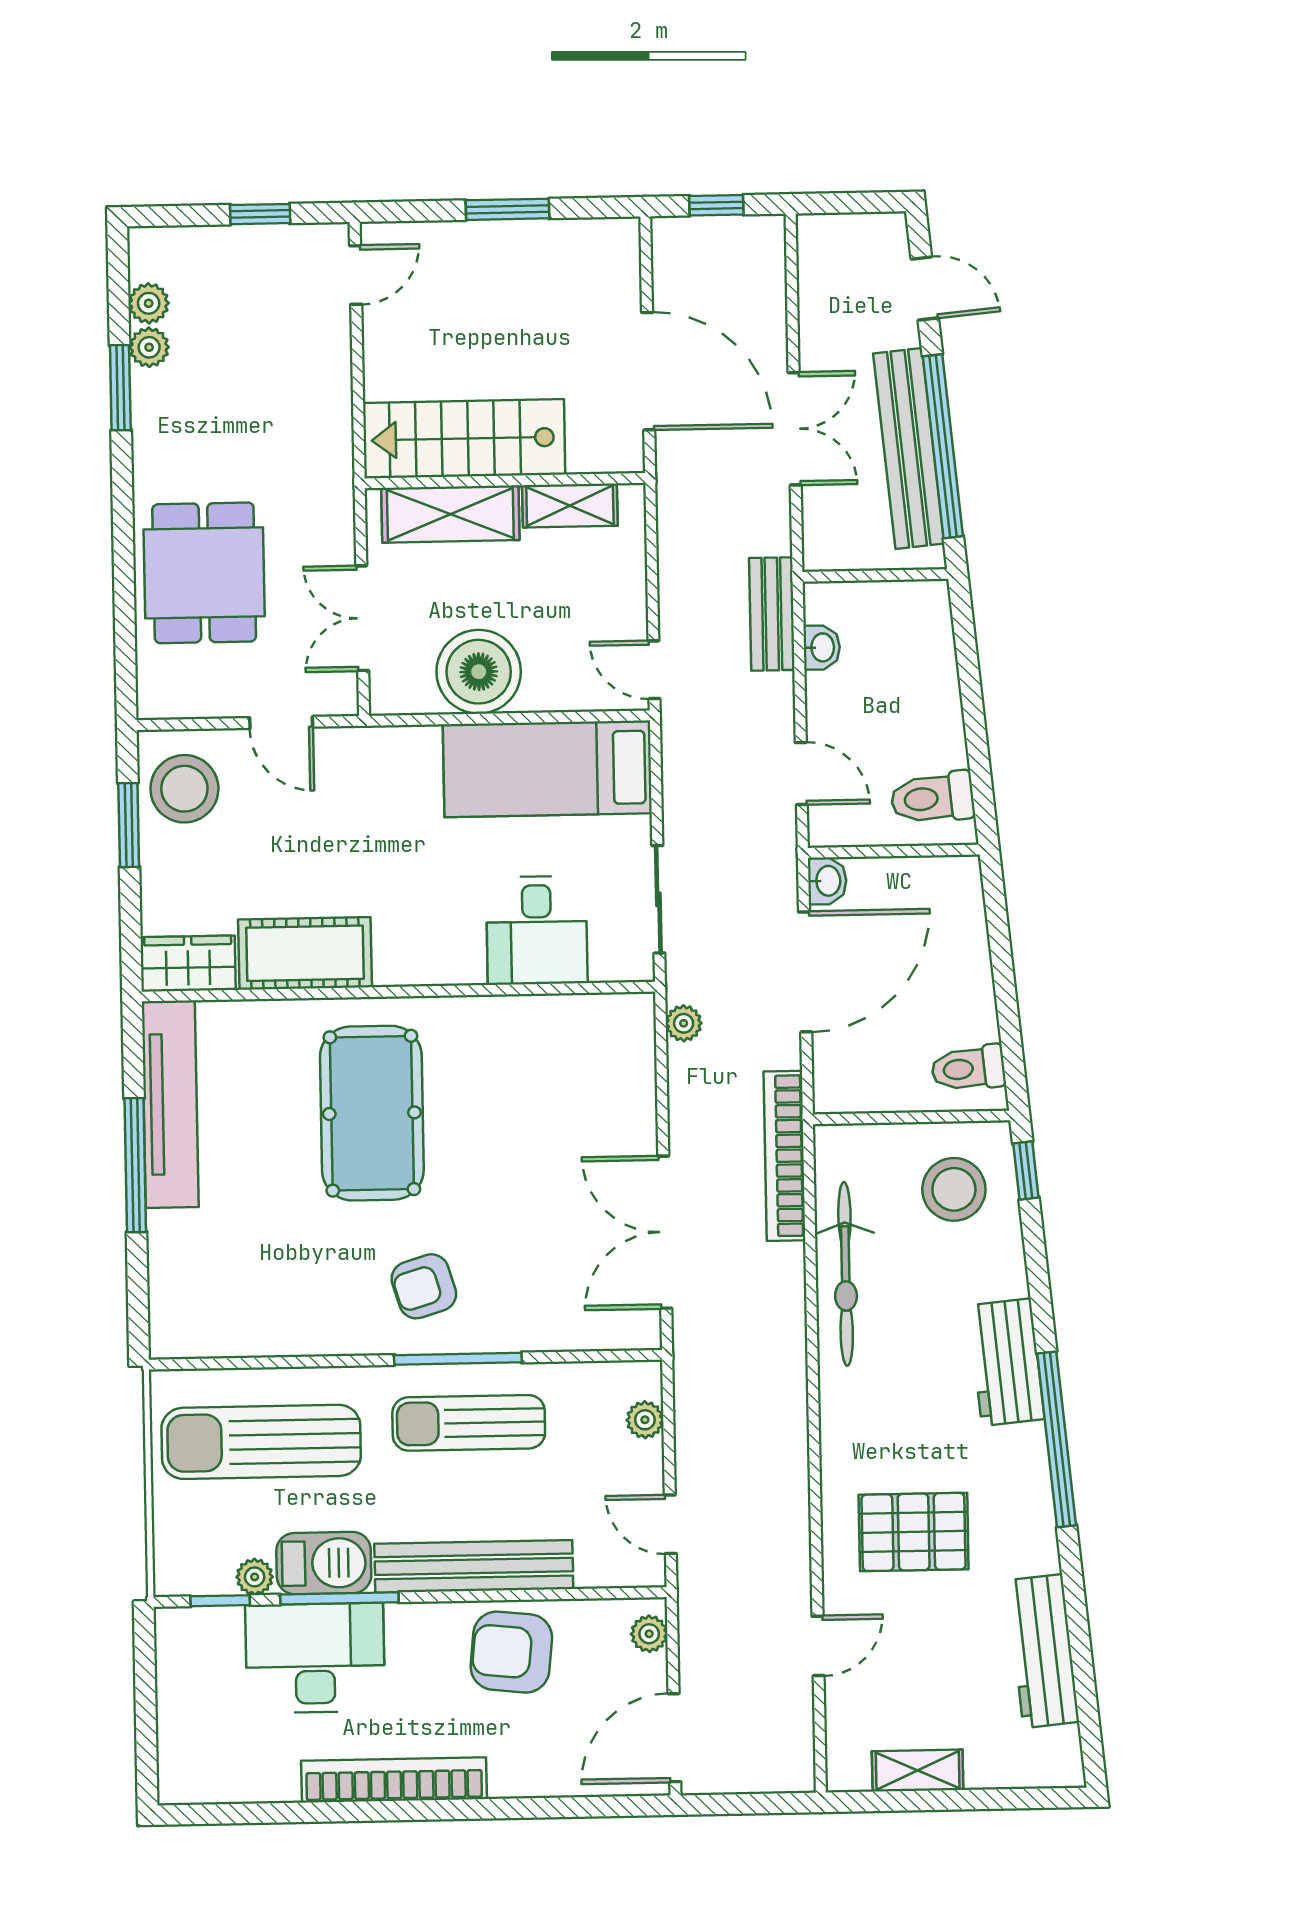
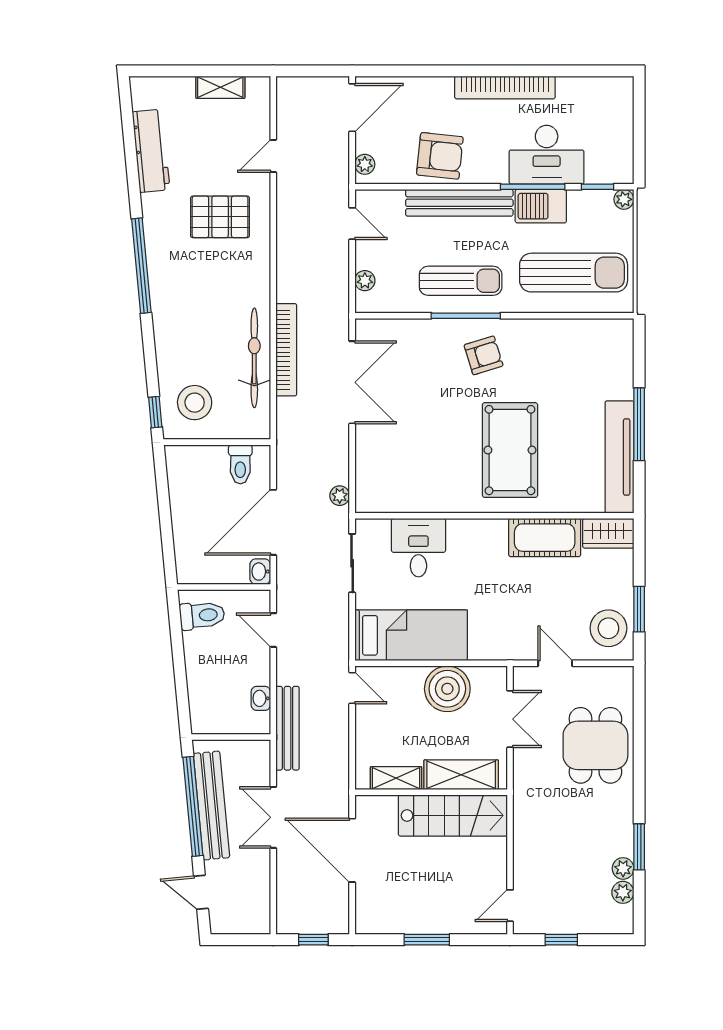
bench: (772, 614) -> (287, 728), width x1.36
toilet: (968, 1068) -> (240, 464), moved, turned 95
bookcase: (785, 1156) -> (286, 350), moved
workbench: (1006, 1362) -> (168, 308), removed
plant: (255, 1577) -> (624, 199), moved

